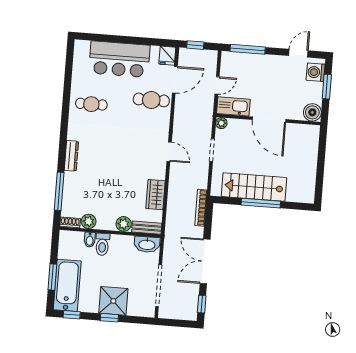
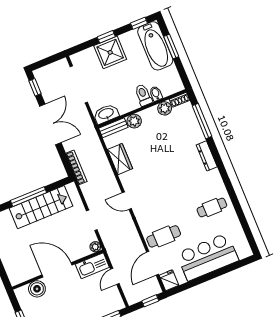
boiler: (312, 112) -> (37, 289), moved

